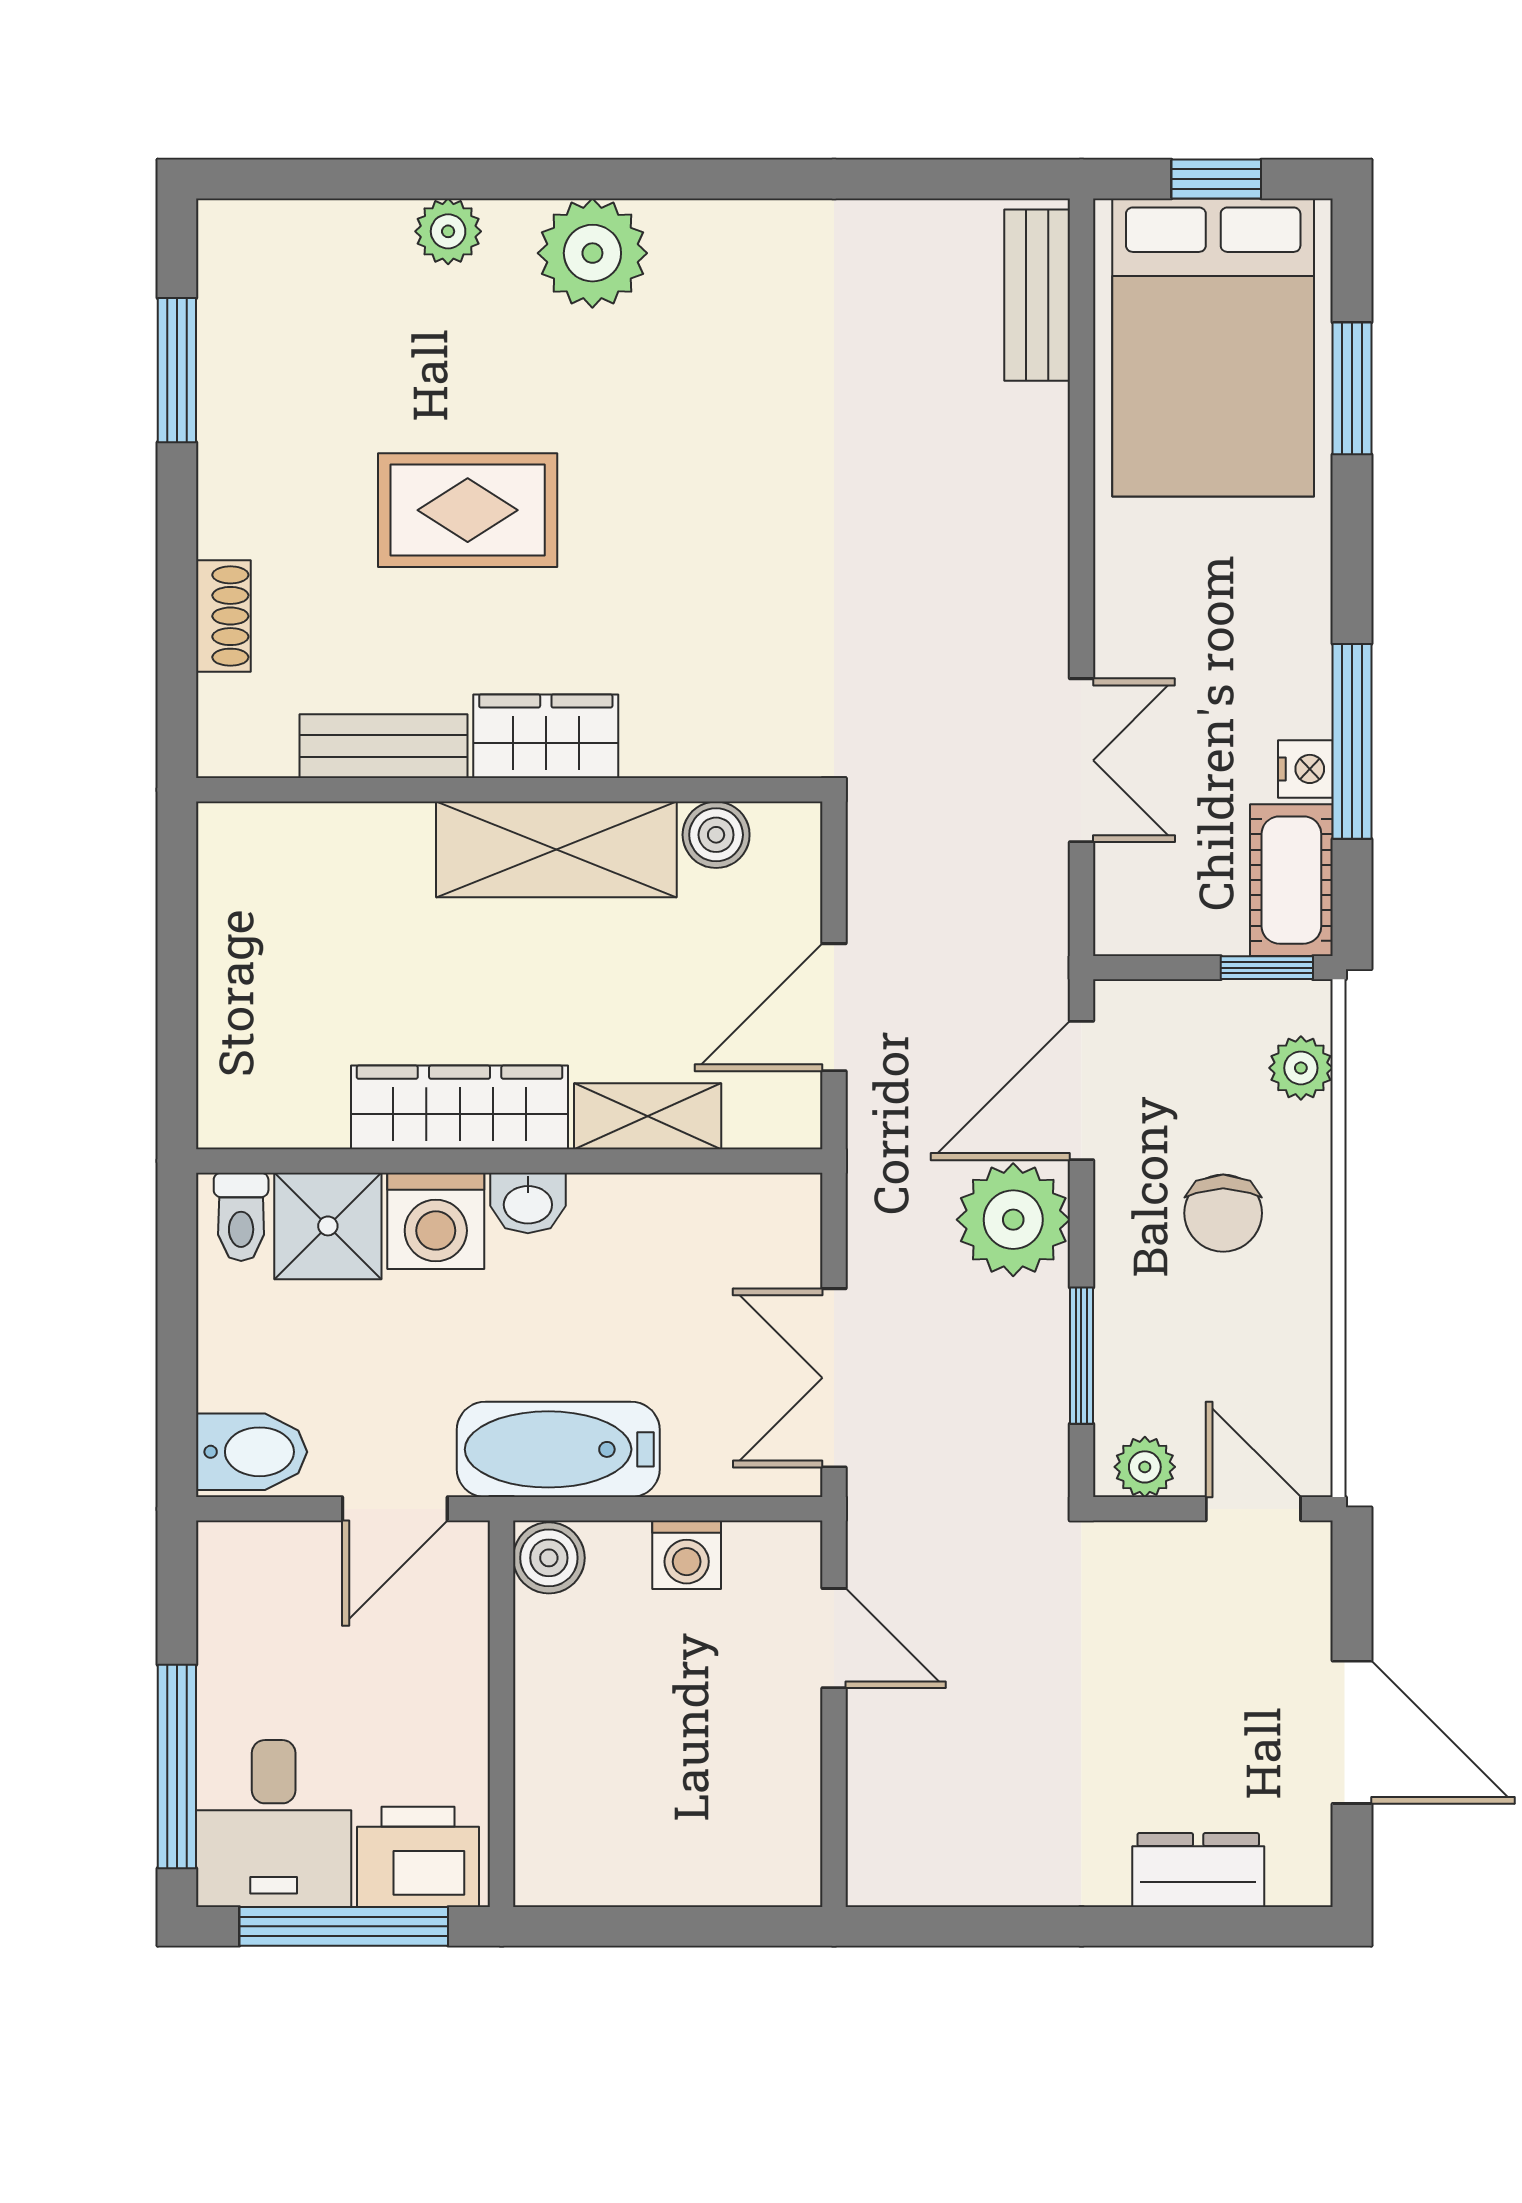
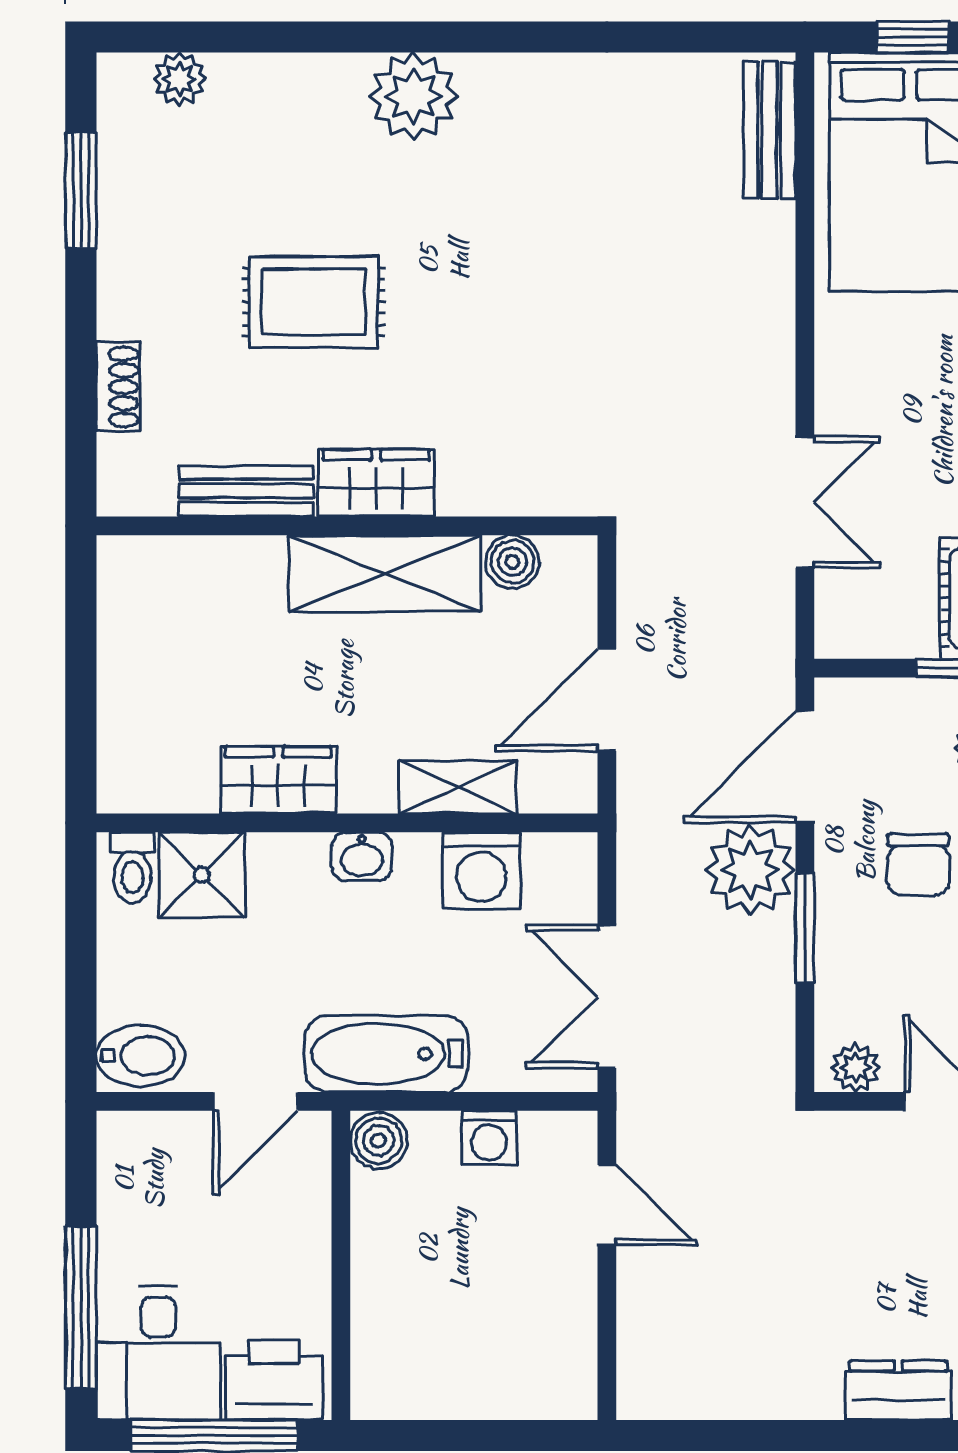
plant: (448, 231) -> (179, 79), moved
wardrobe: (460, 1107) -> (278, 780), width x0.67
washing machine: (436, 1221) -> (481, 871), moved
window: (1081, 1356) -> (805, 928), moved

